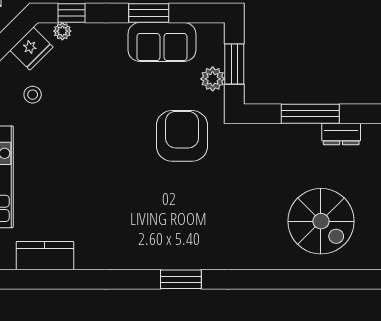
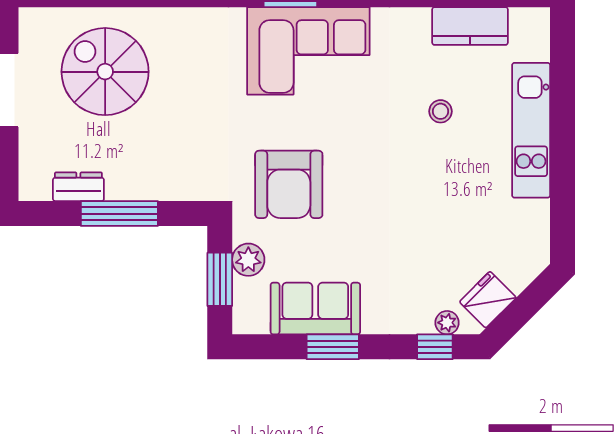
stool: (33, 95) -> (441, 111), moved
corner sofa: (167, 237) -> (308, 51), added

